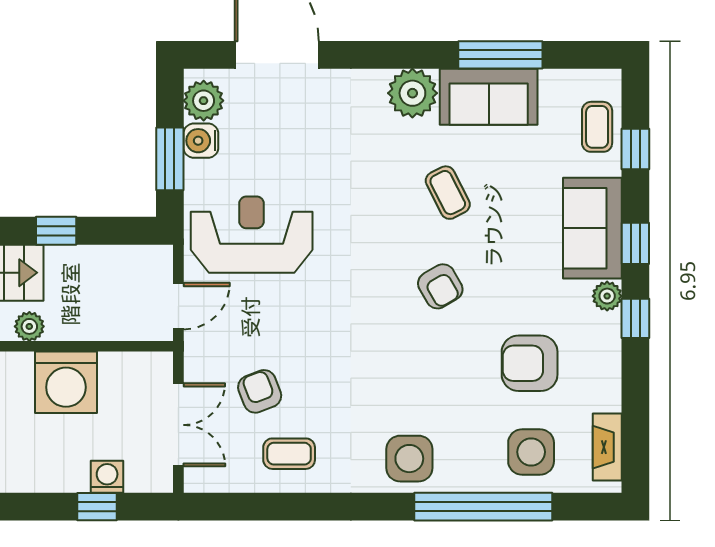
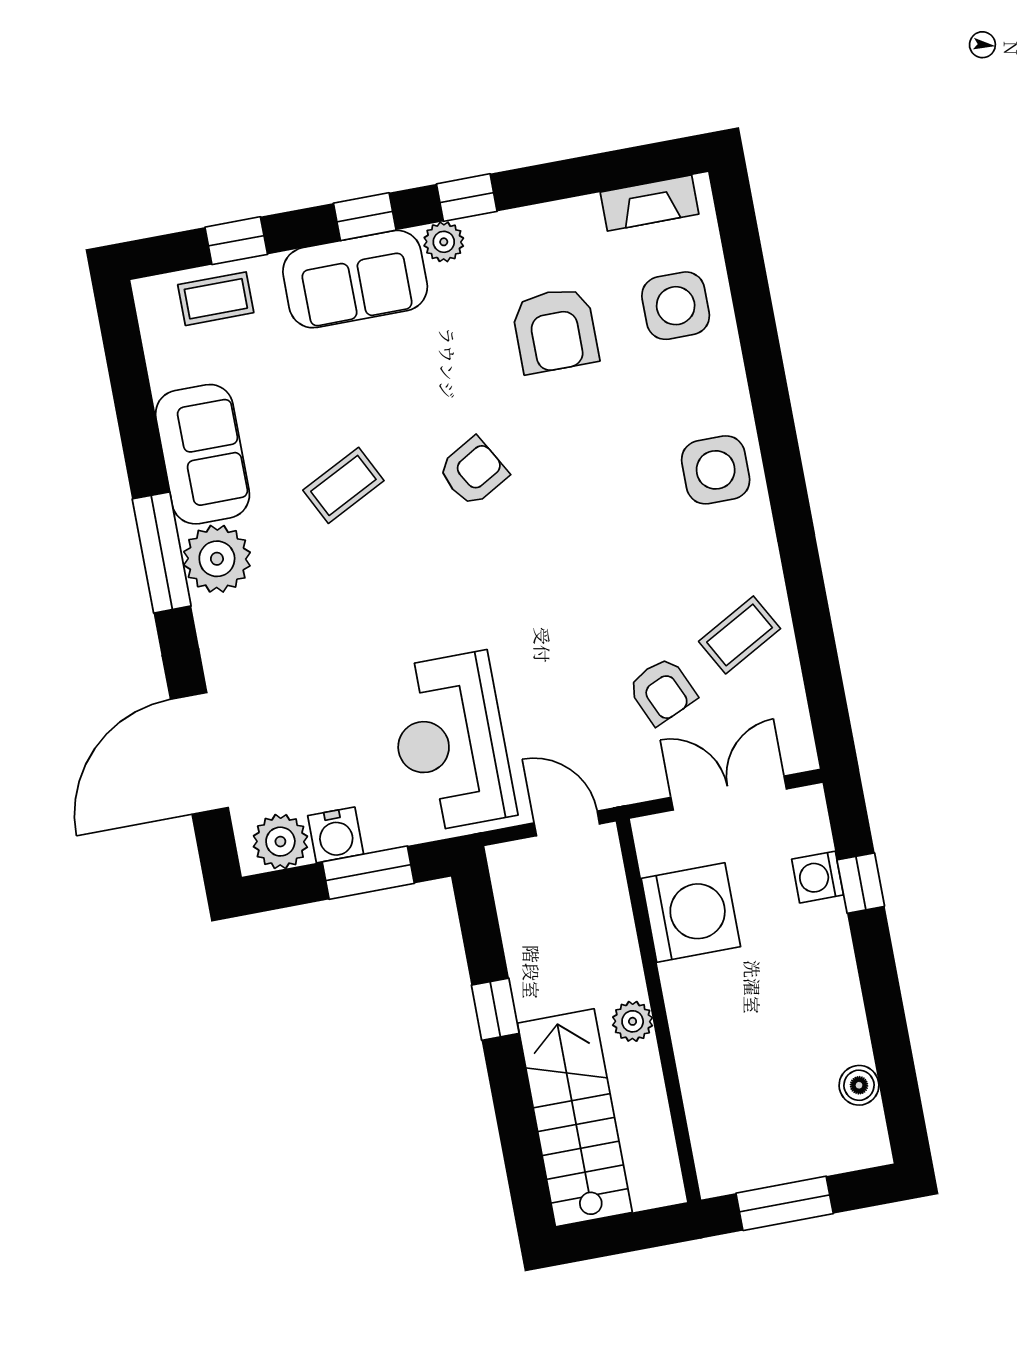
window: (500, 55) -> (162, 552), moved
washing machine: (66, 382) -> (691, 913), moved
armchair: (260, 391) -> (662, 691), turned -93
coffee table: (289, 454) -> (740, 635), turned 61
window: (483, 507) -> (762, 357), removed

